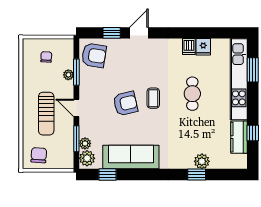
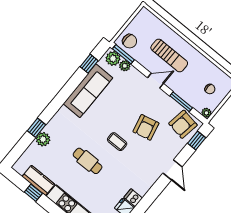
window: (112, 33) -> (197, 141), moved
plant: (68, 75) -> (206, 113), moved
cafe table: (192, 94) -> (88, 161), moved
armchair: (125, 104) -> (146, 127), moved
sun lounger: (46, 114) -> (169, 55), turned 180
window: (76, 139) -> (123, 54), moved
chair: (39, 155) -> (130, 41), moved

